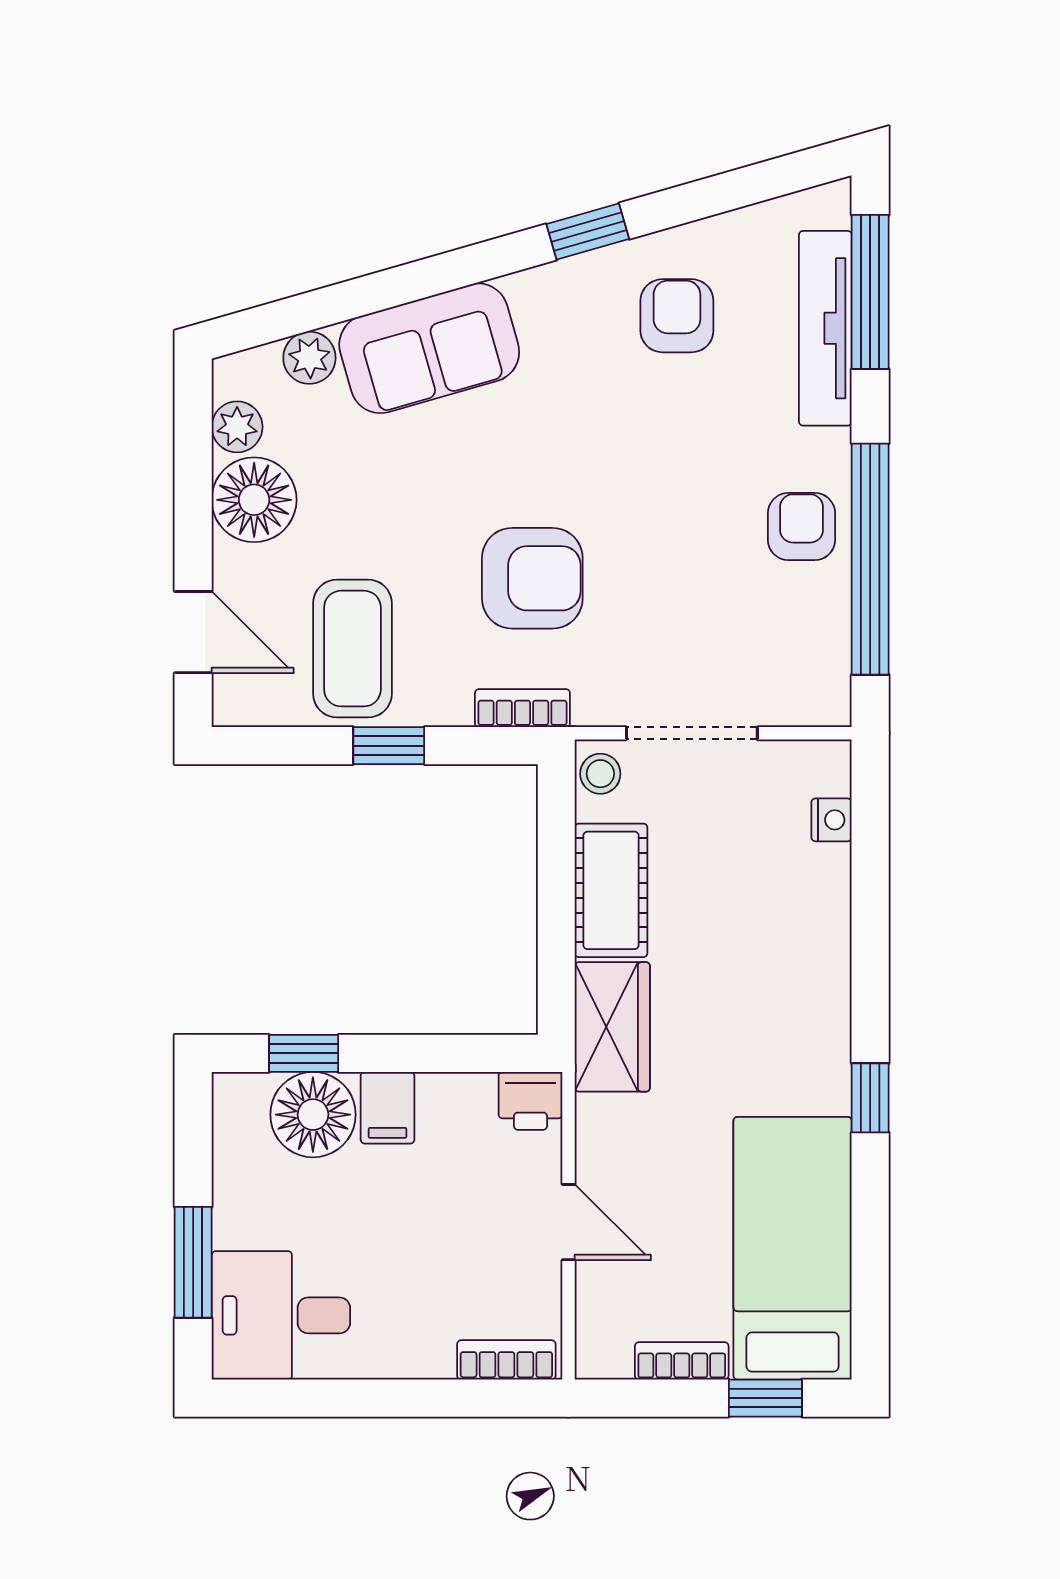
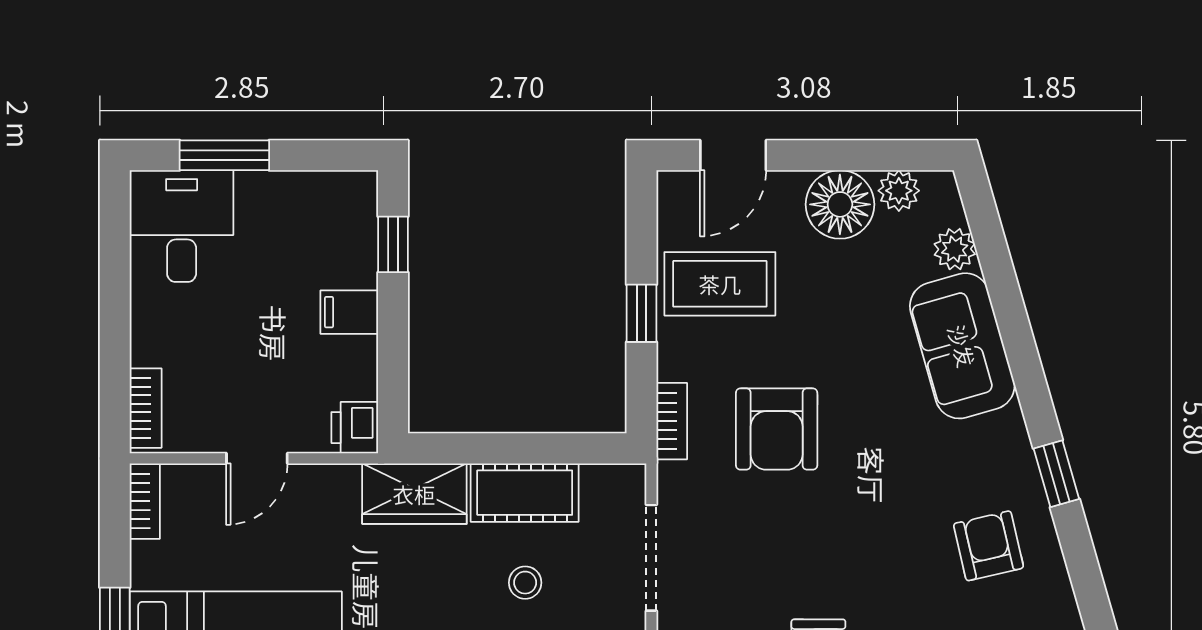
armchair: (677, 316) -> (989, 546), turned -103
stool: (600, 774) -> (525, 583), moved
floor lamp: (313, 1115) -> (344, 252), removed
bookcase: (682, 1361) -> (145, 501), moved

